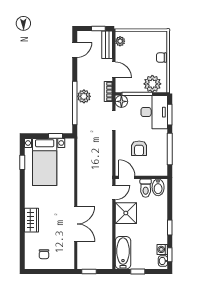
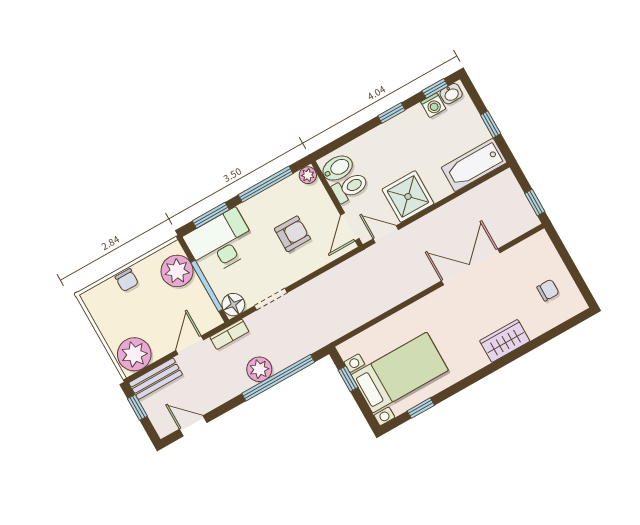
plant: (120, 41) -> (134, 354), width x1.88, depth x1.88
plant: (163, 171) -> (308, 175), added

